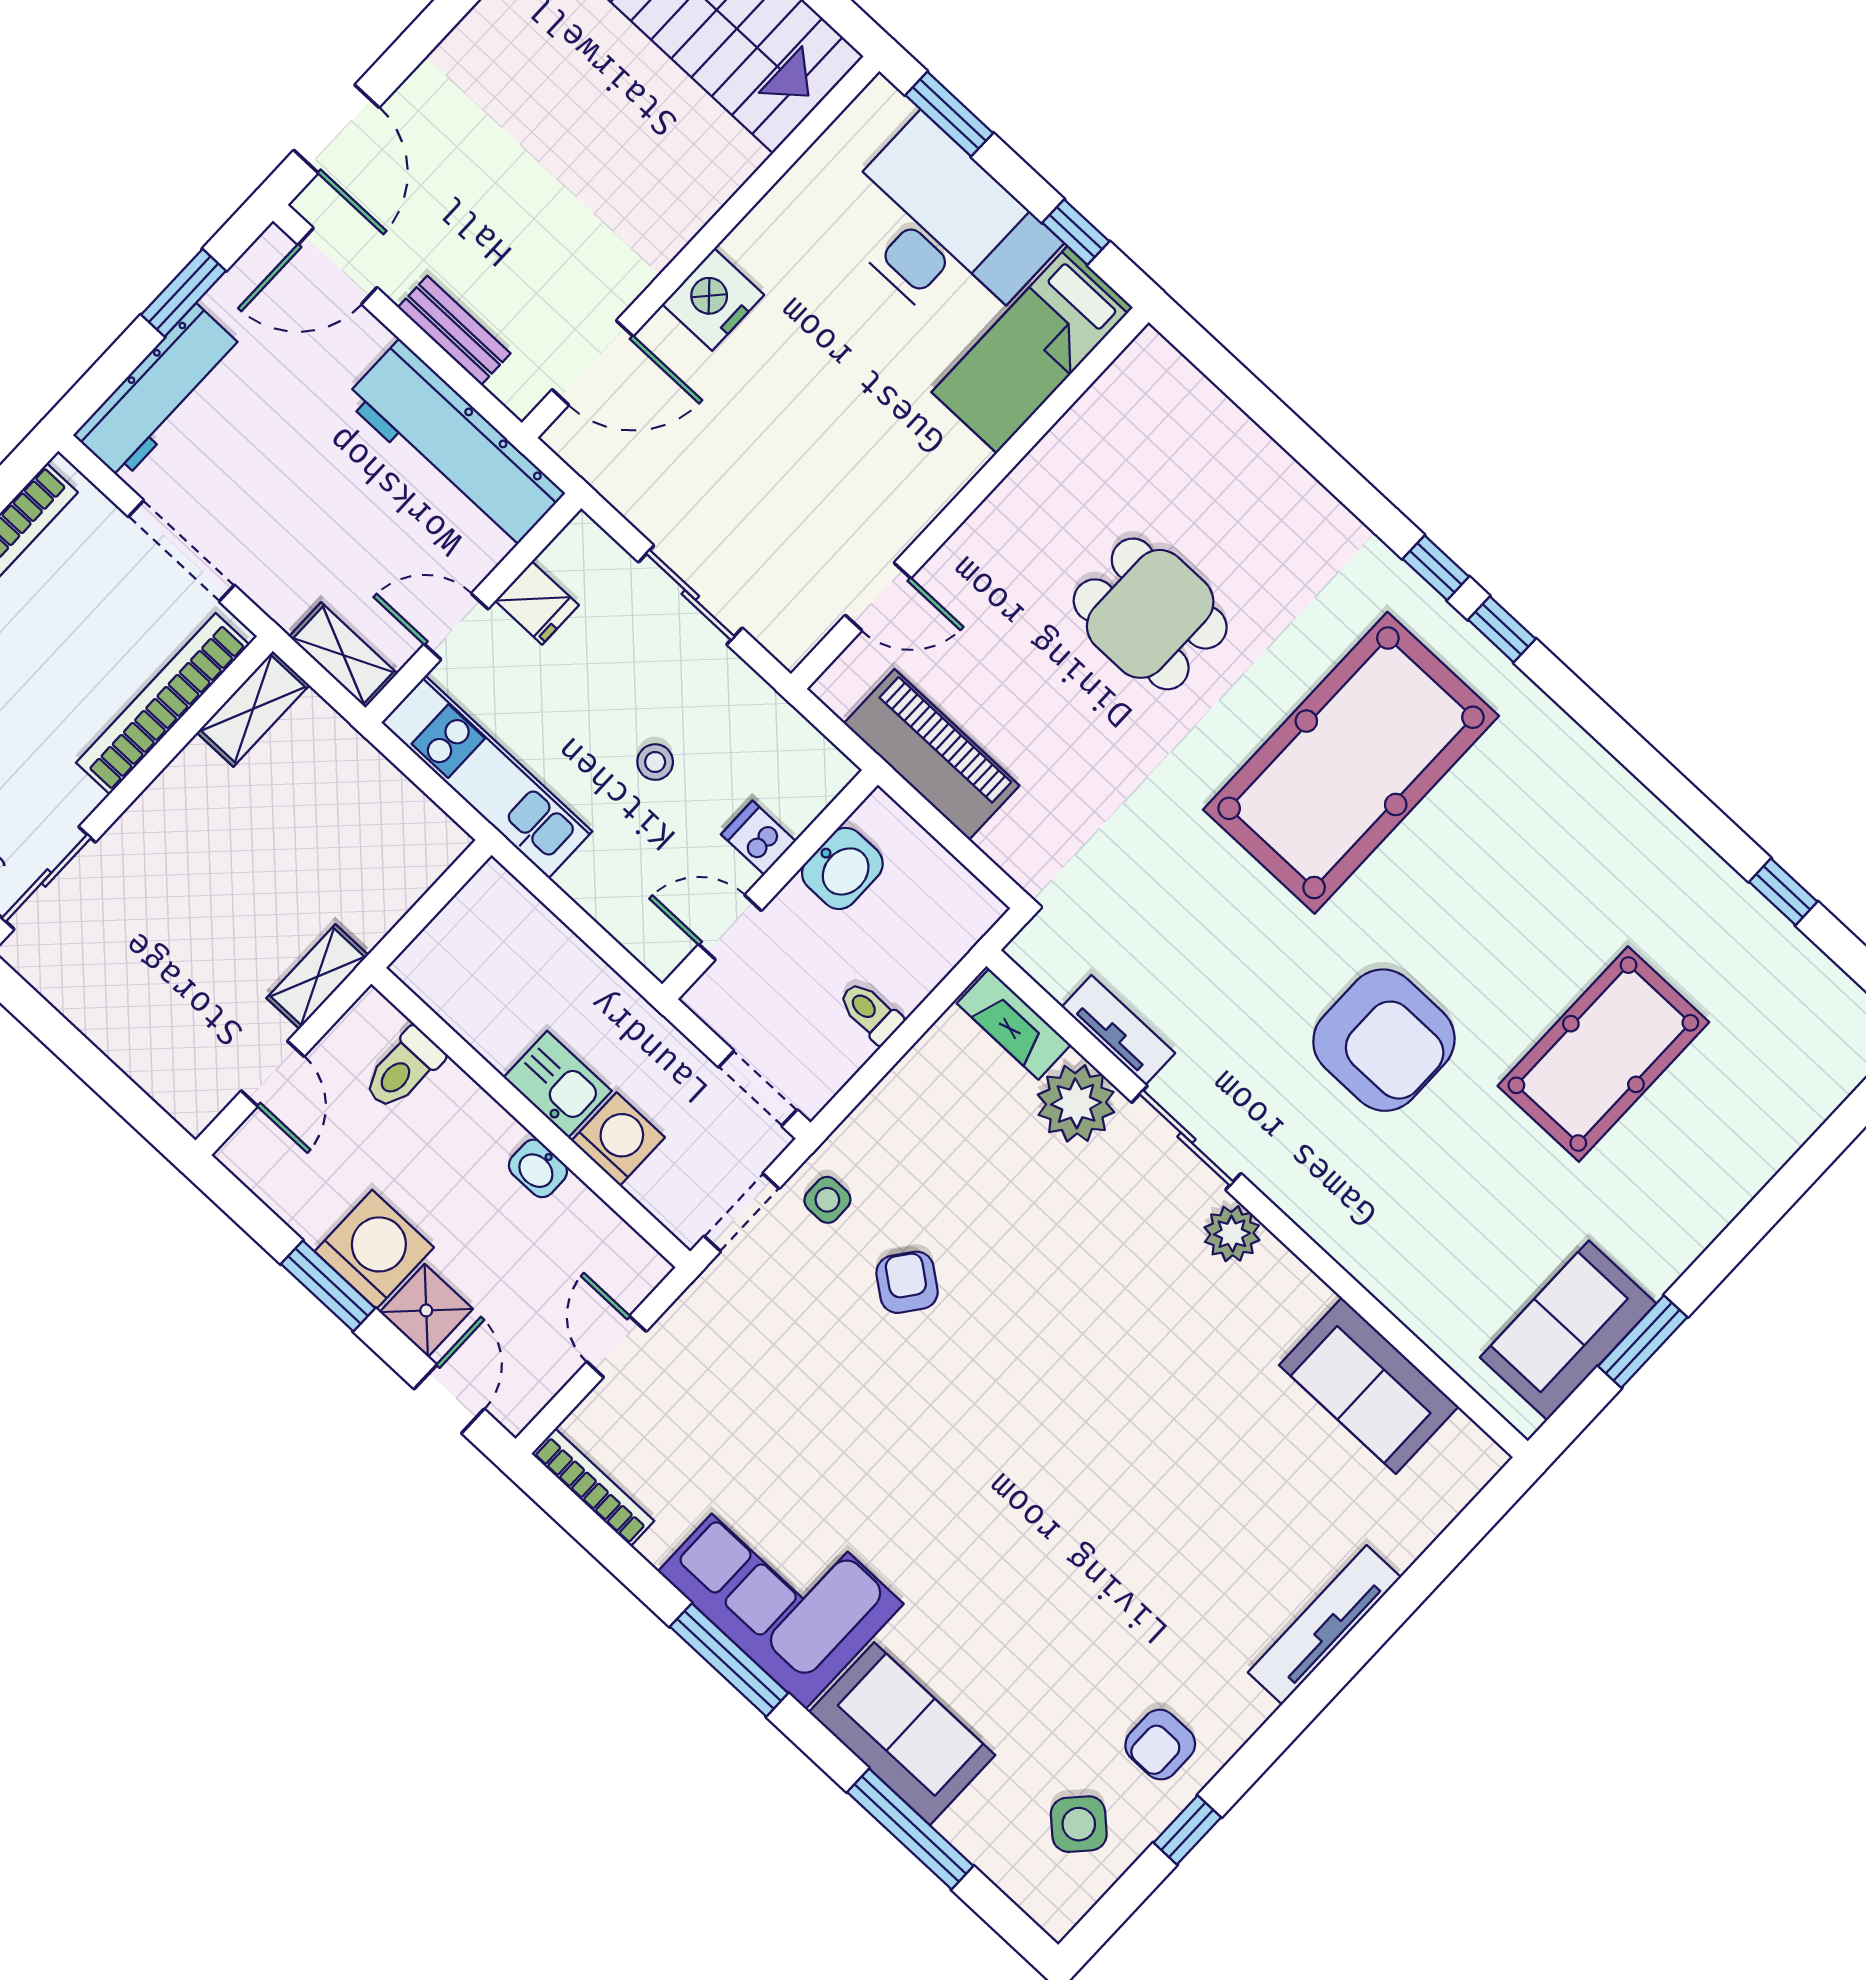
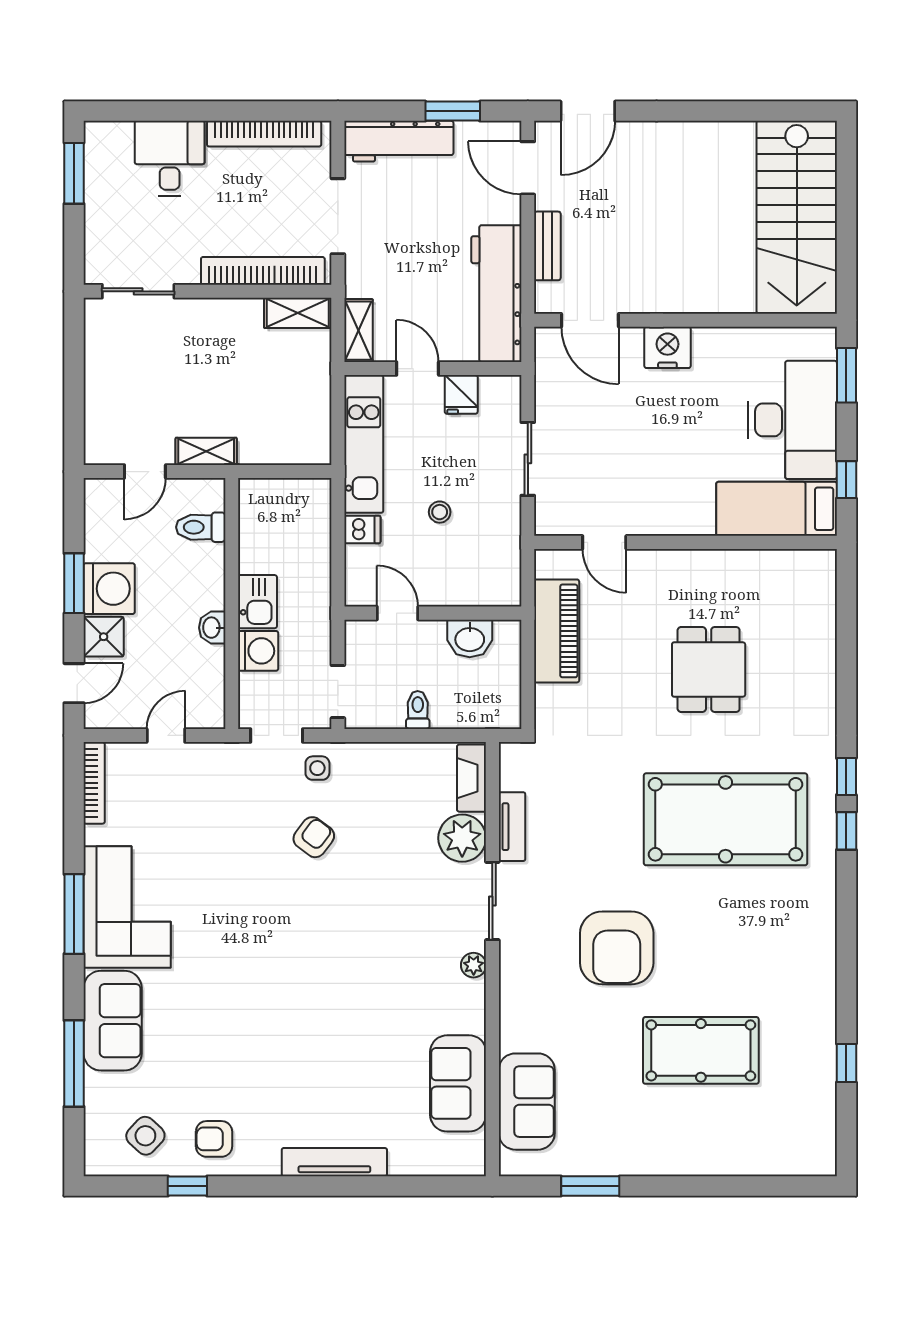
dishwasher: (758, 838) -> (362, 529), moved, turned 90
plant: (1232, 1234) -> (474, 965), width x0.73, depth x0.73
sofa: (1568, 1330) -> (527, 1102), moved, turned 90

